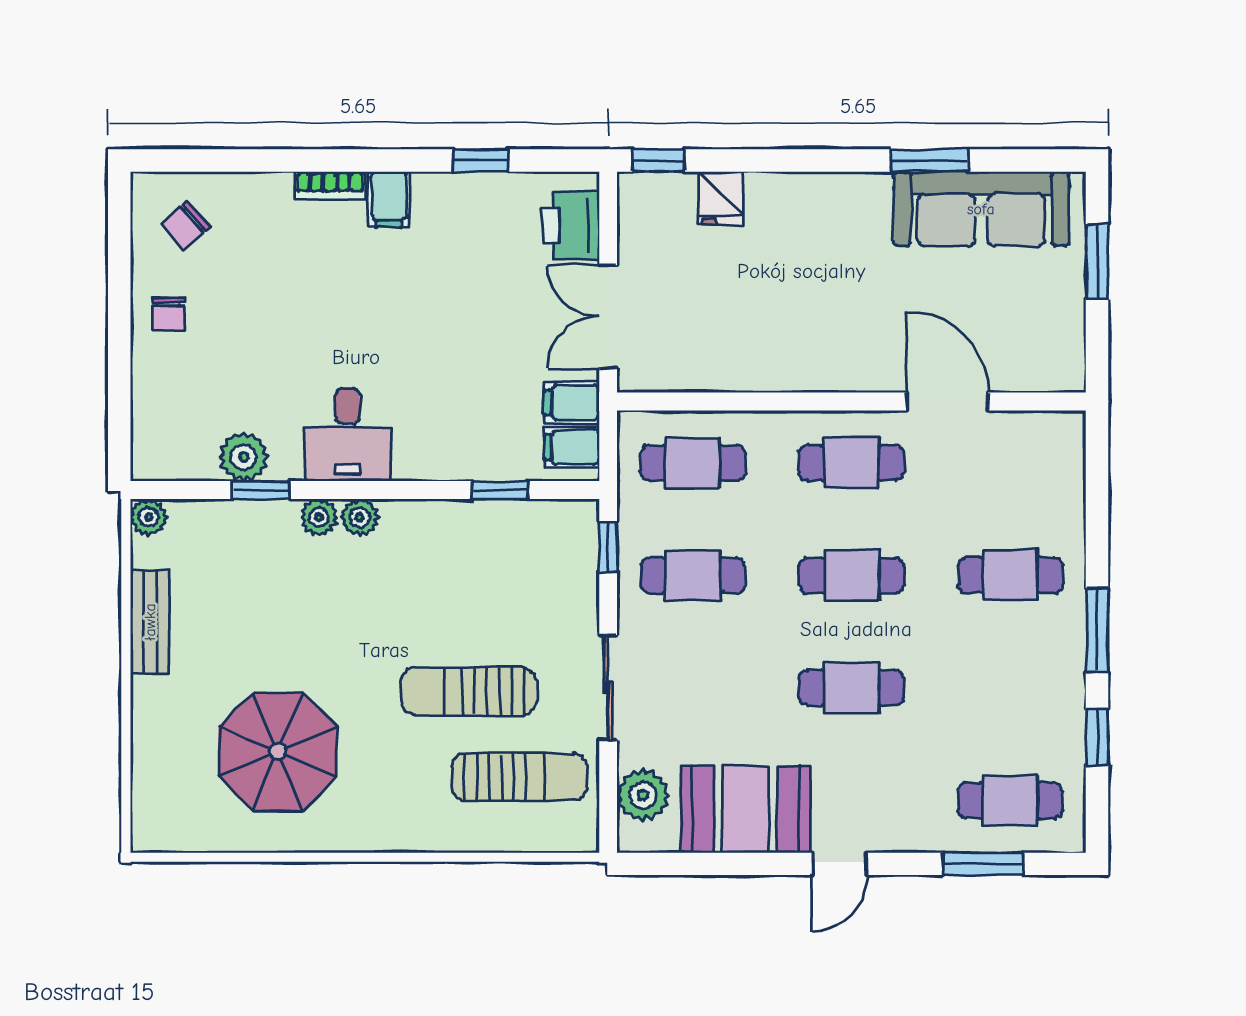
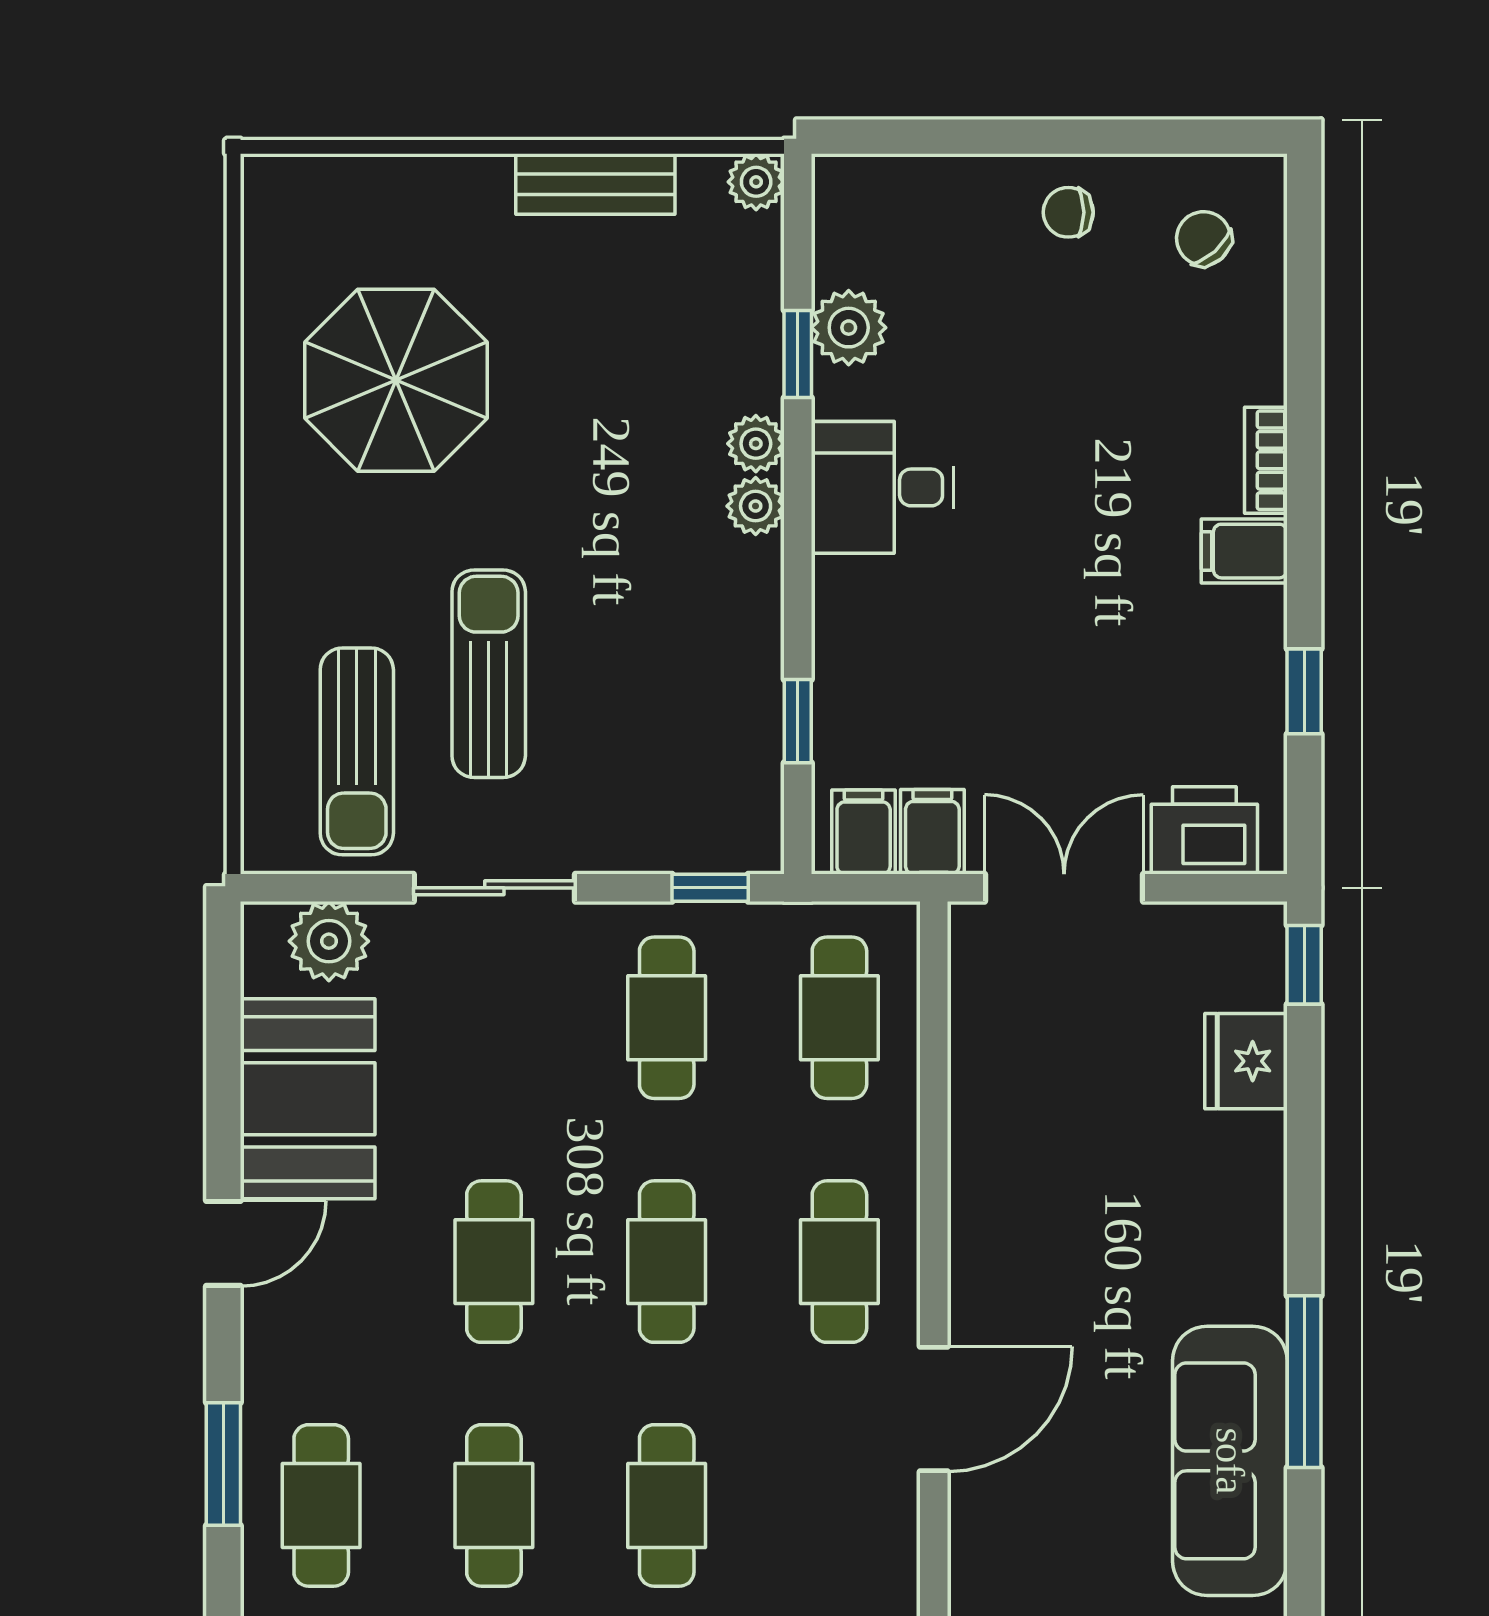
window: (930, 160) -> (1304, 1382), width x1.44
fridge: (721, 198) -> (1246, 1061), width x1.38
cafe table: (1010, 688) -> (494, 1505), added
door: (840, 864) -> (223, 1243), swing flipped

